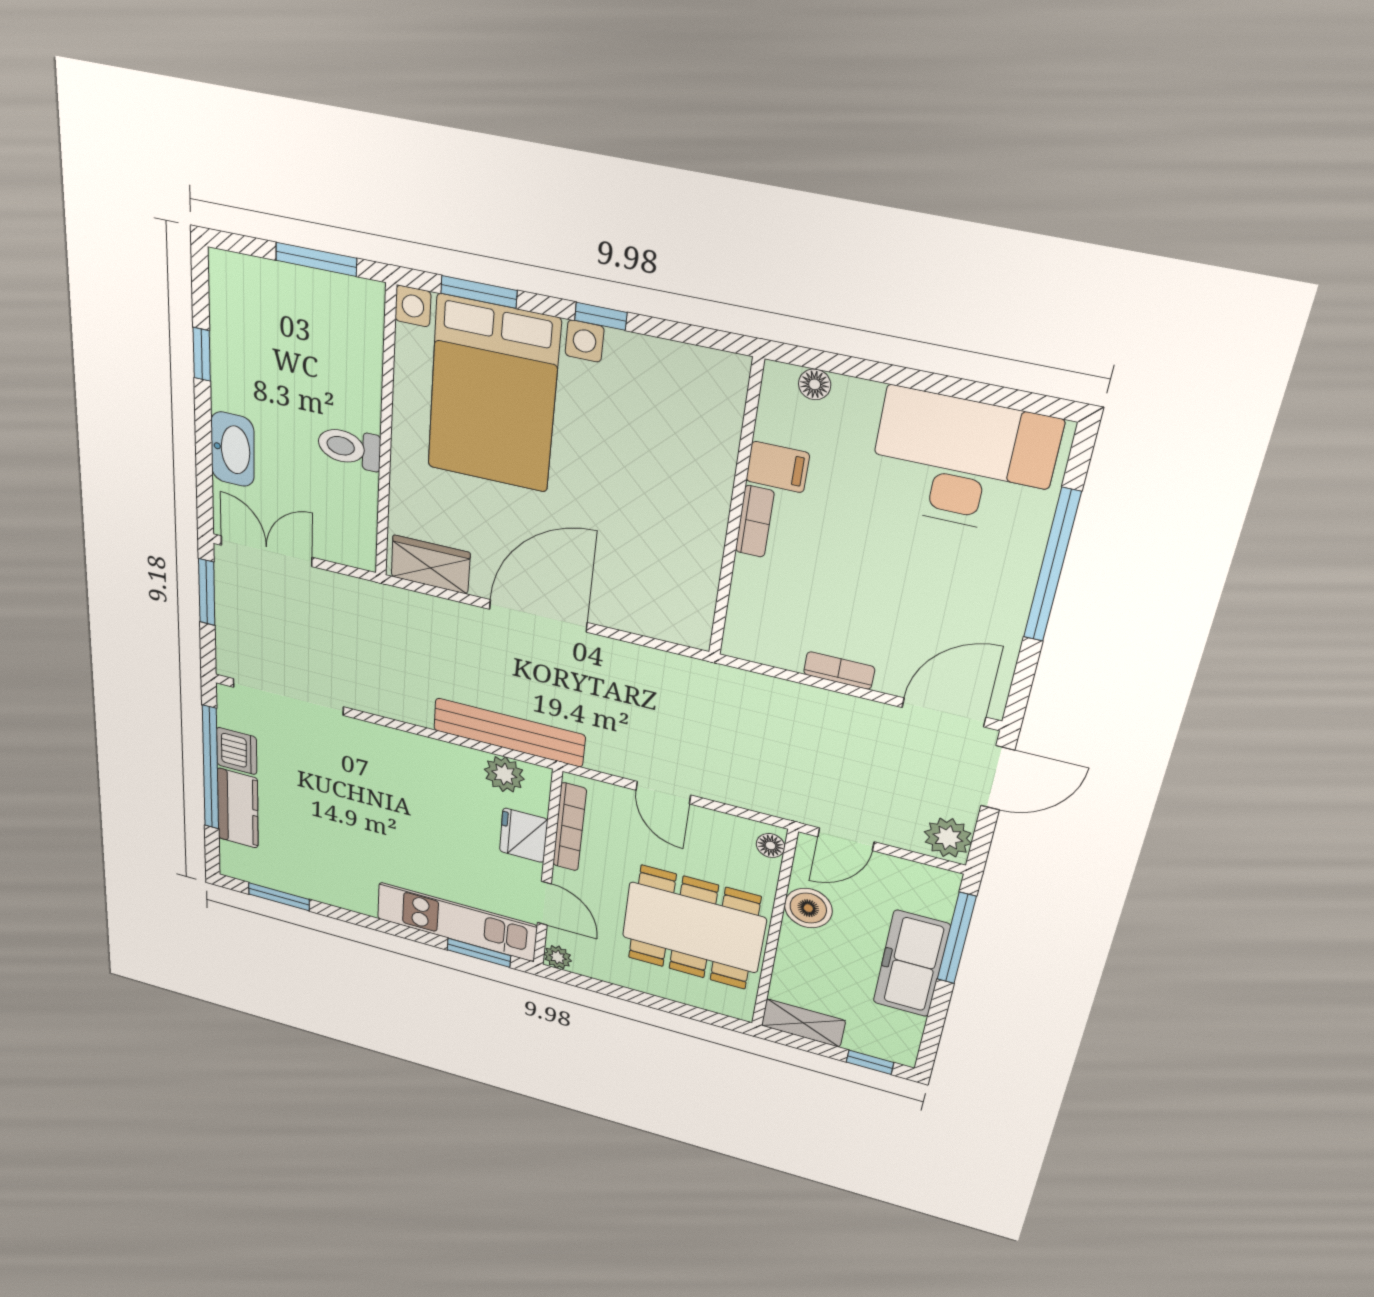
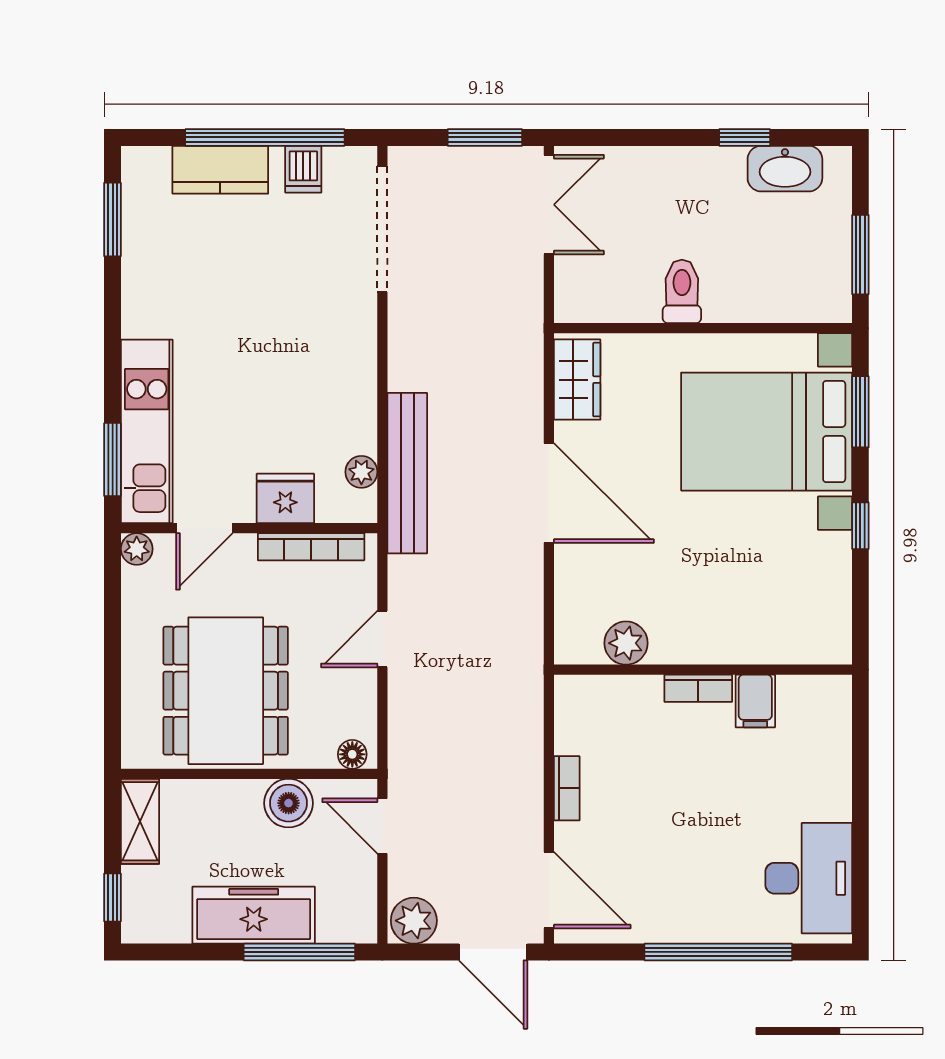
floor lamp: (815, 384) -> (838, 721), removed
washbasin: (233, 449) -> (785, 169), moved
desk: (963, 462) -> (809, 878), width x0.73, depth x0.77
plant: (697, 580) -> (626, 643), added
dishwasher: (237, 751) -> (303, 169), width x0.73
plant: (504, 774) -> (361, 472), width x0.73, depth x0.73

